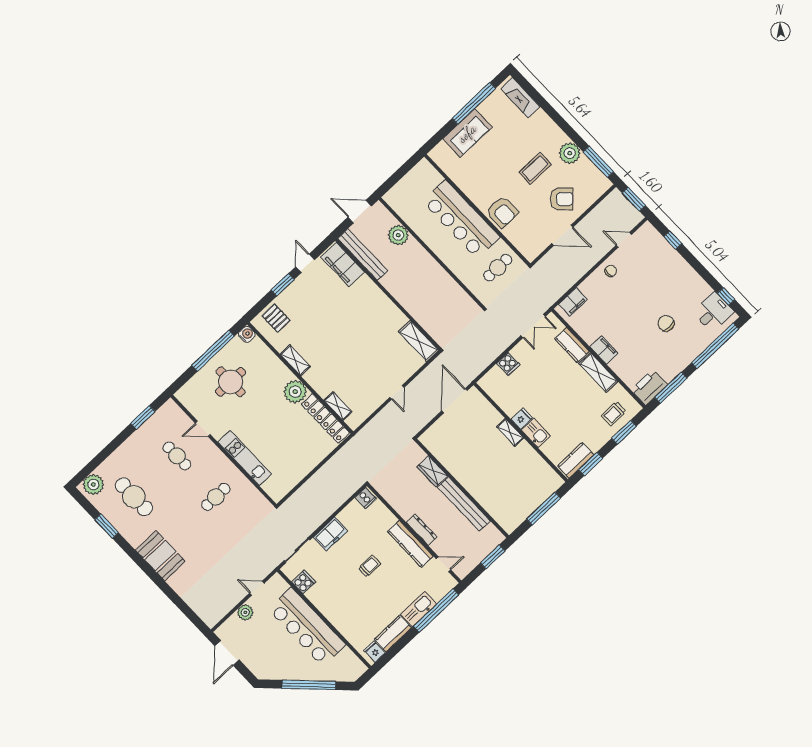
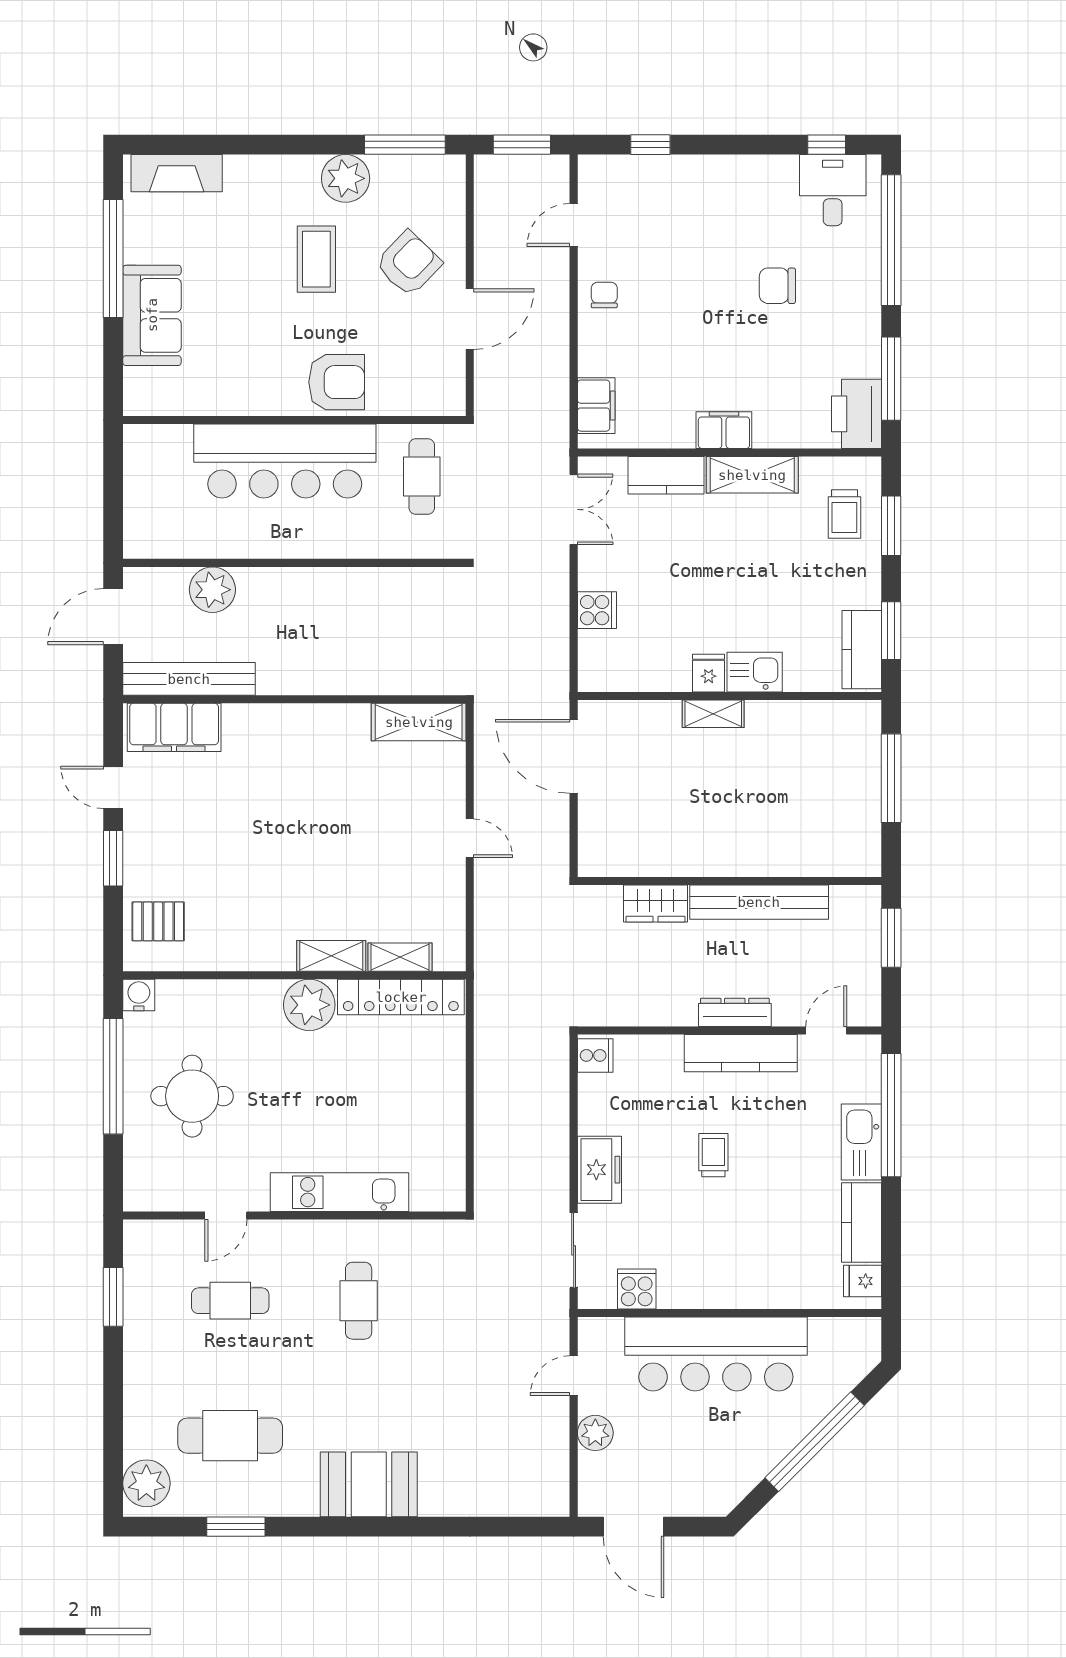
shelving: (295, 360) -> (331, 956), moved

